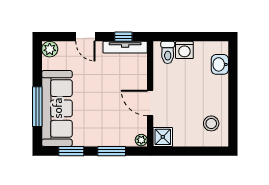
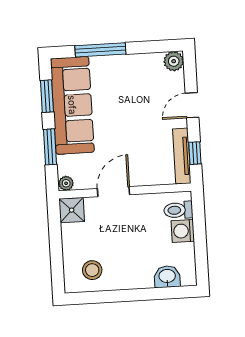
sofa: (57, 108) -> (72, 105), moved, turned -90

